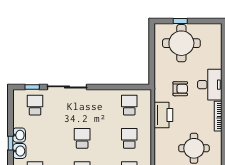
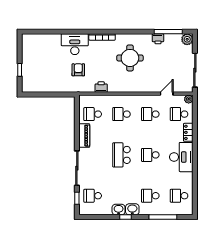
round table: (181, 43) -> (39, 69), removed
piano: (104, 95) -> (84, 136), added
printer: (163, 115) -> (101, 87), width x0.53, depth x0.68
school desk: (82, 138) -> (121, 155), width x1.85

